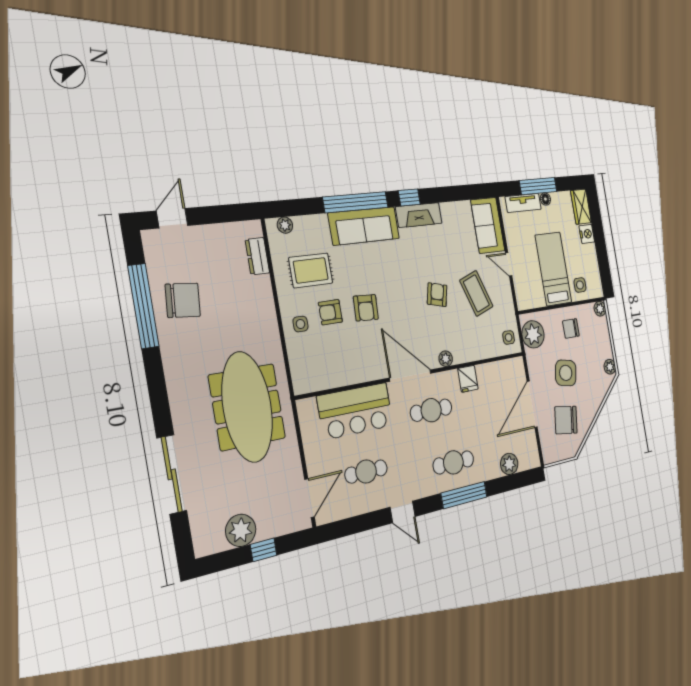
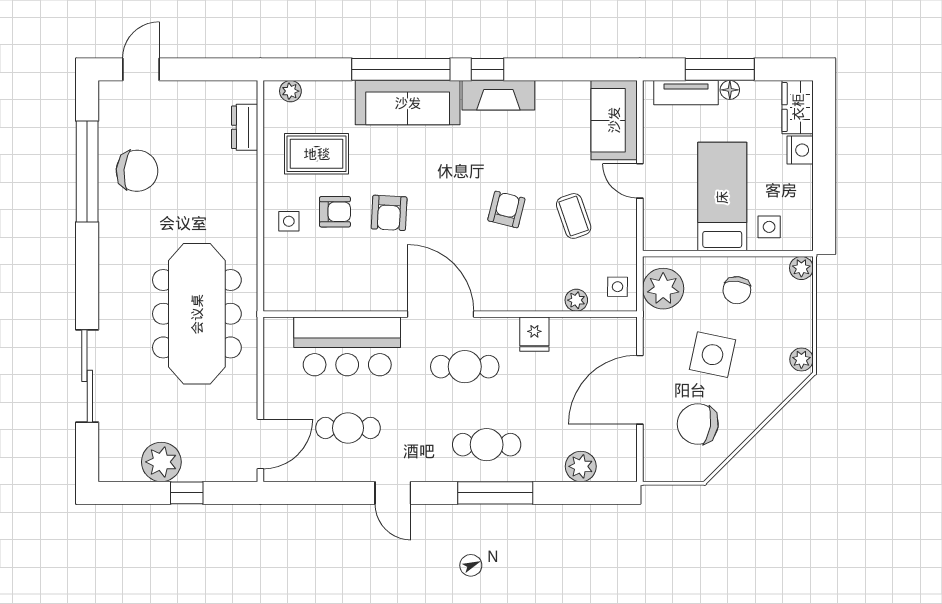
coffee table: (476, 293) -> (574, 216), width x0.73, depth x0.77
armchair: (330, 312) -> (335, 212), turned 180
chair: (571, 328) -> (737, 290), turned -83
plant: (446, 359) -> (576, 300), moved

